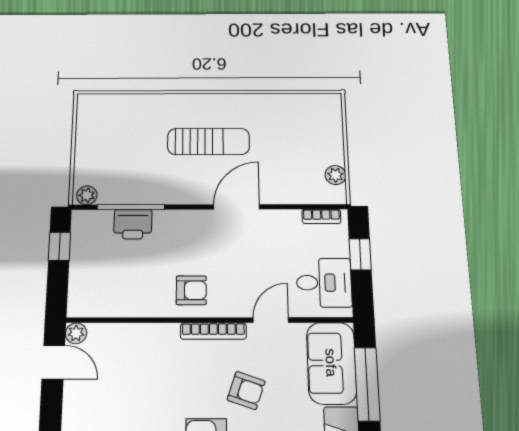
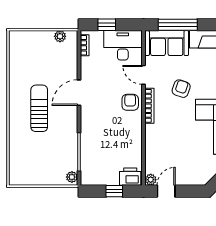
door: (236, 207) -> (79, 93), hinge flipped
printer: (133, 224) -> (130, 177), moved, turned -90
window: (59, 246) -> (114, 191), moved
desk: (324, 283) -> (123, 45), width x1.37
armchair: (191, 290) -> (130, 102), moved

